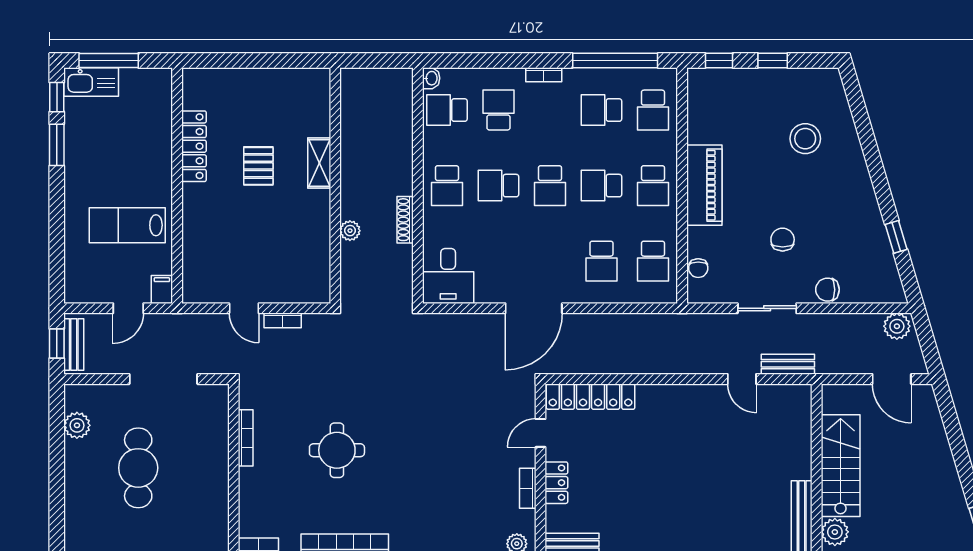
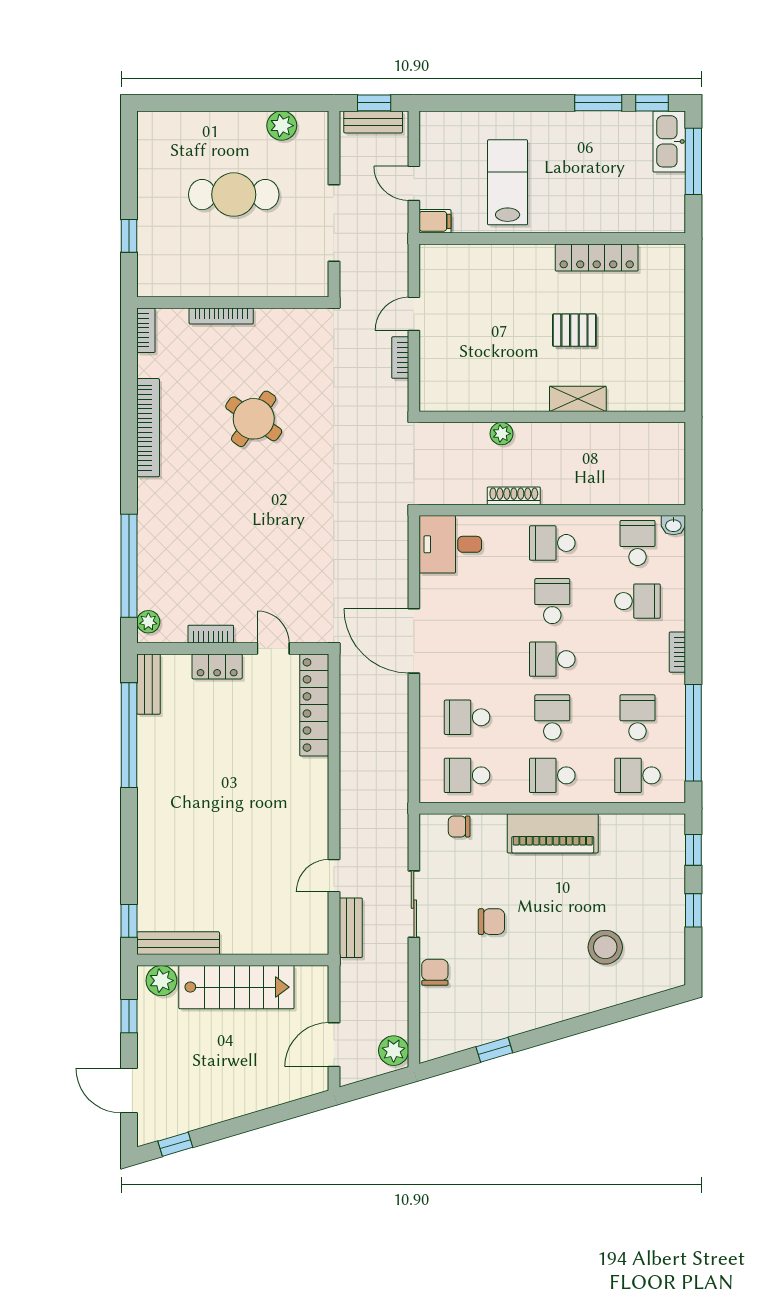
bookcase: (246, 438) -> (221, 316), moved
round table: (337, 450) -> (254, 419), turned 35

